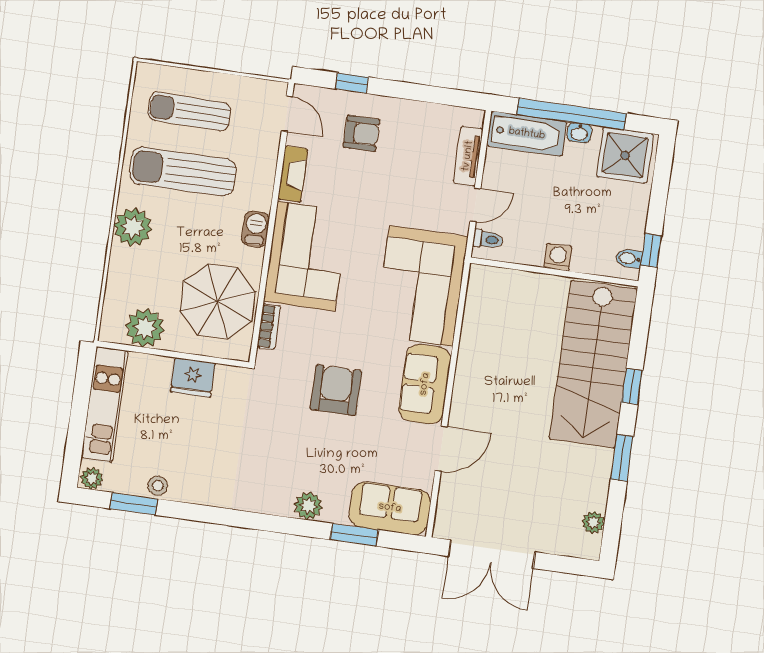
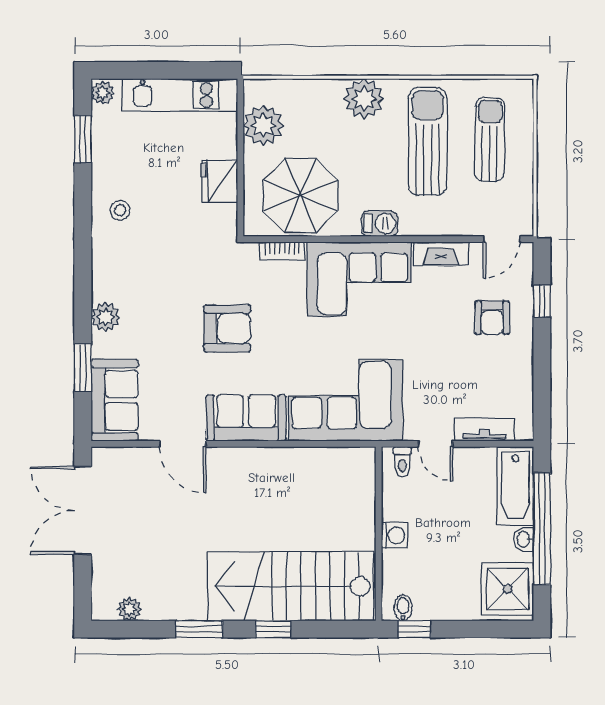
stool: (158, 486) -> (120, 210), moved

